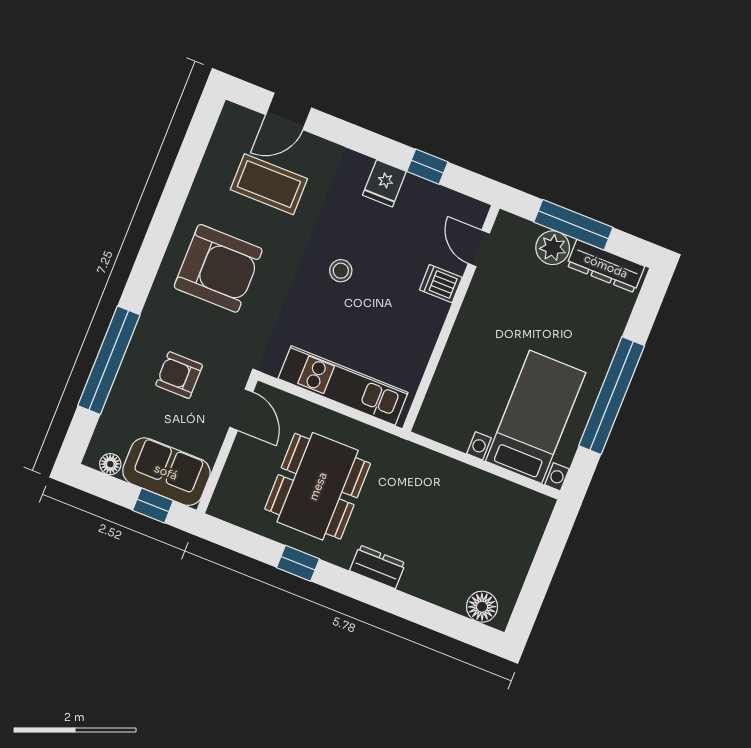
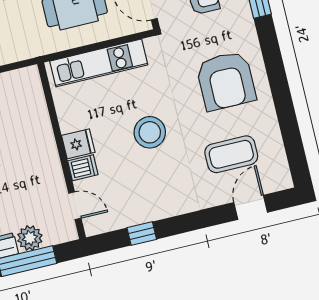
fridge: (384, 183) -> (78, 144), moved, turned 90
armchair: (218, 268) -> (226, 81), turned -90
stool: (341, 271) -> (150, 132), width x1.89, depth x1.89

